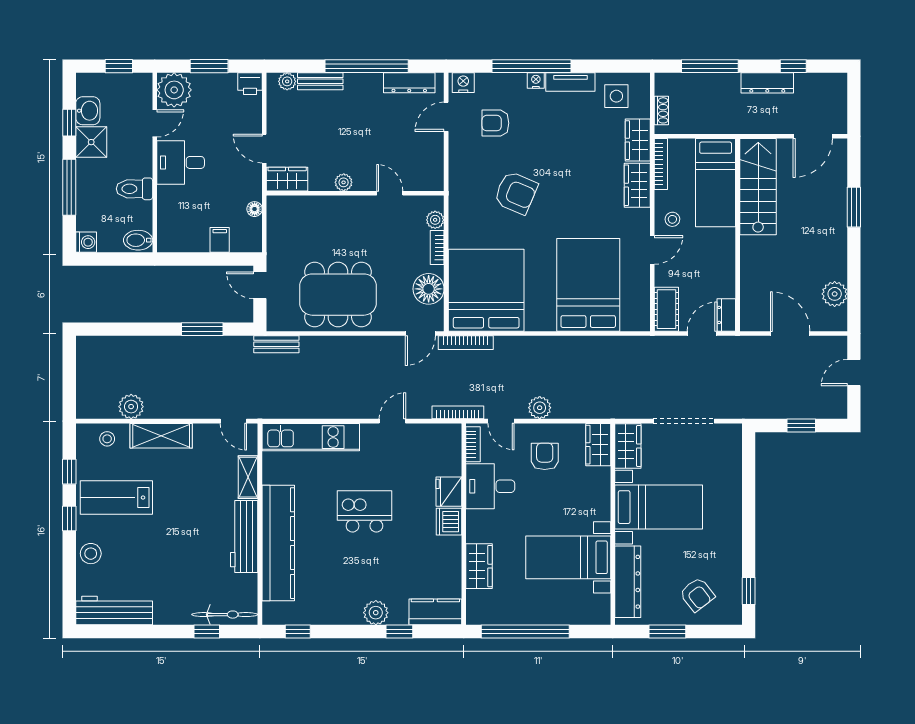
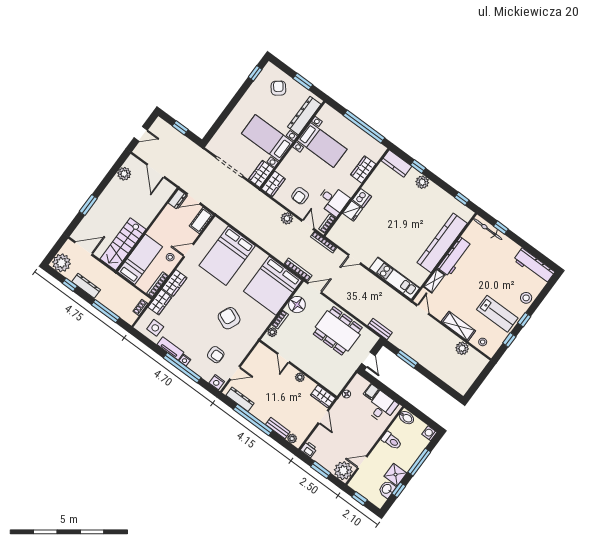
plant: (830, 90) -> (61, 263), added
desk: (181, 162) -> (382, 407), moved, turned -90
kitchen island: (364, 511) -> (395, 229), removed

